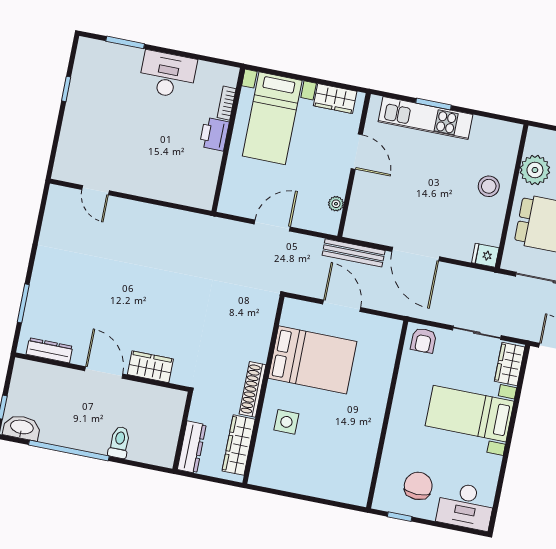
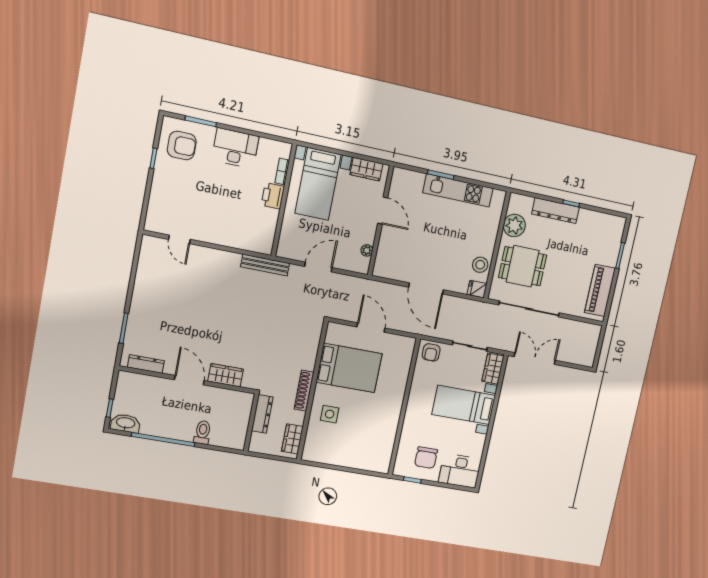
armchair: (101, 73) -> (182, 145), added
kitchen unit: (425, 118) -> (458, 190), moved
stool: (489, 186) -> (480, 265), moved
bench: (354, 253) -> (265, 265), moved
wardrobe: (239, 445) -> (292, 439), width x0.67
dresser: (192, 447) -> (262, 414), moved
chair: (418, 486) -> (426, 458), turned 180

